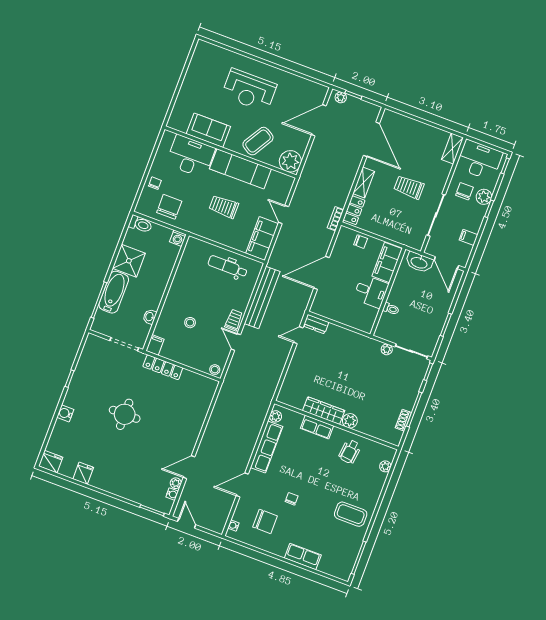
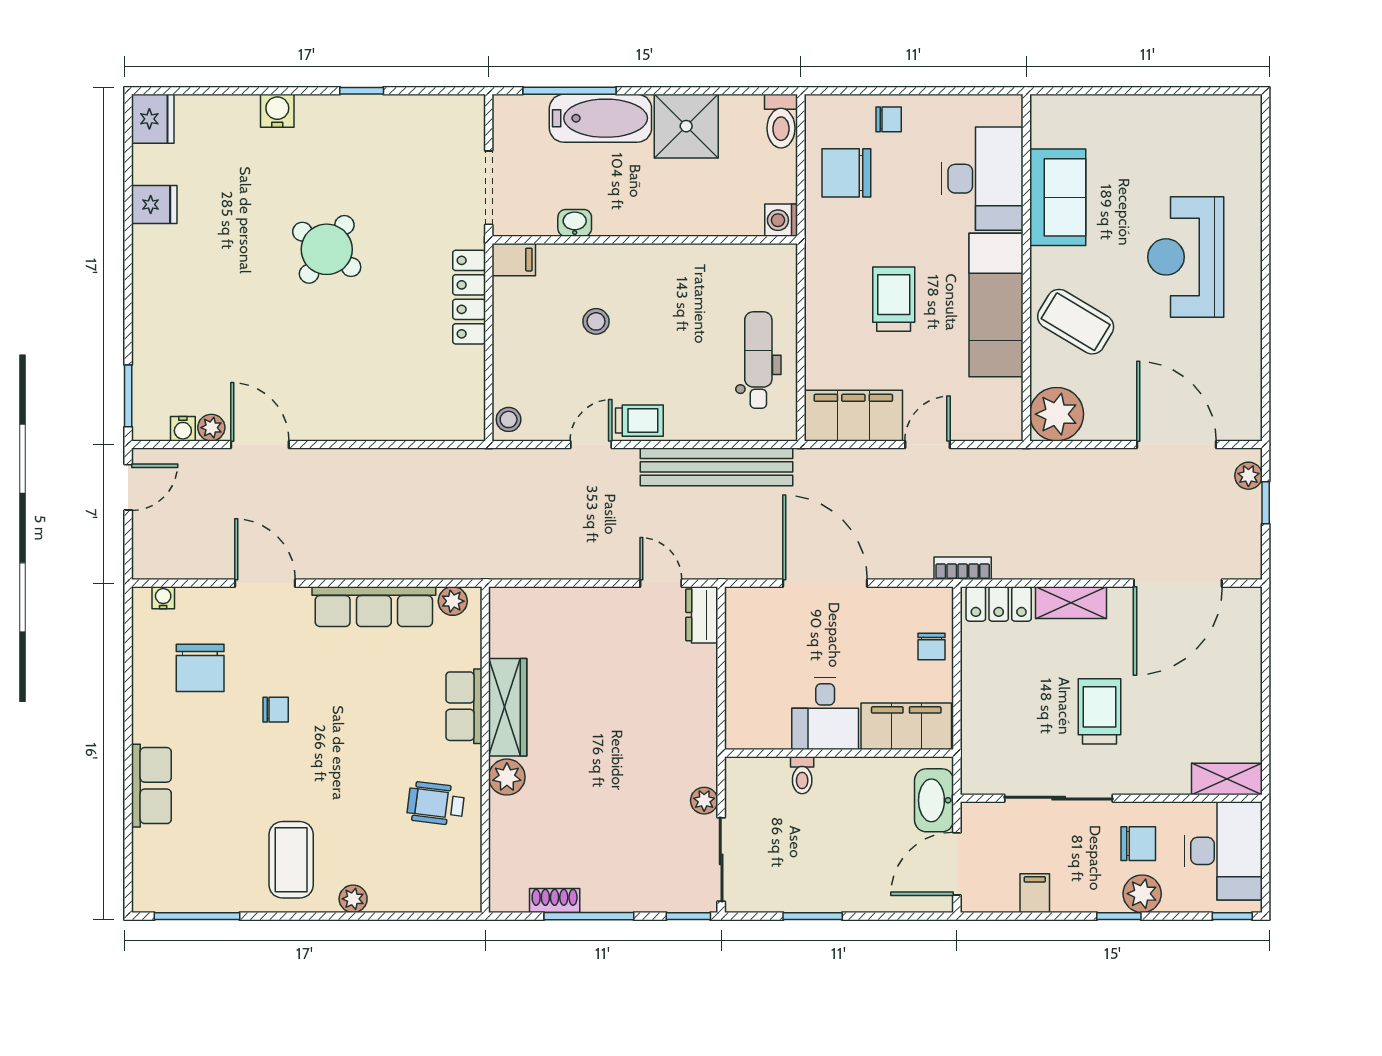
chair: (169, 207) -> (846, 173), turned 180
round table: (125, 414) -> (327, 249), turned 36
plant: (385, 466) -> (353, 899), moved

